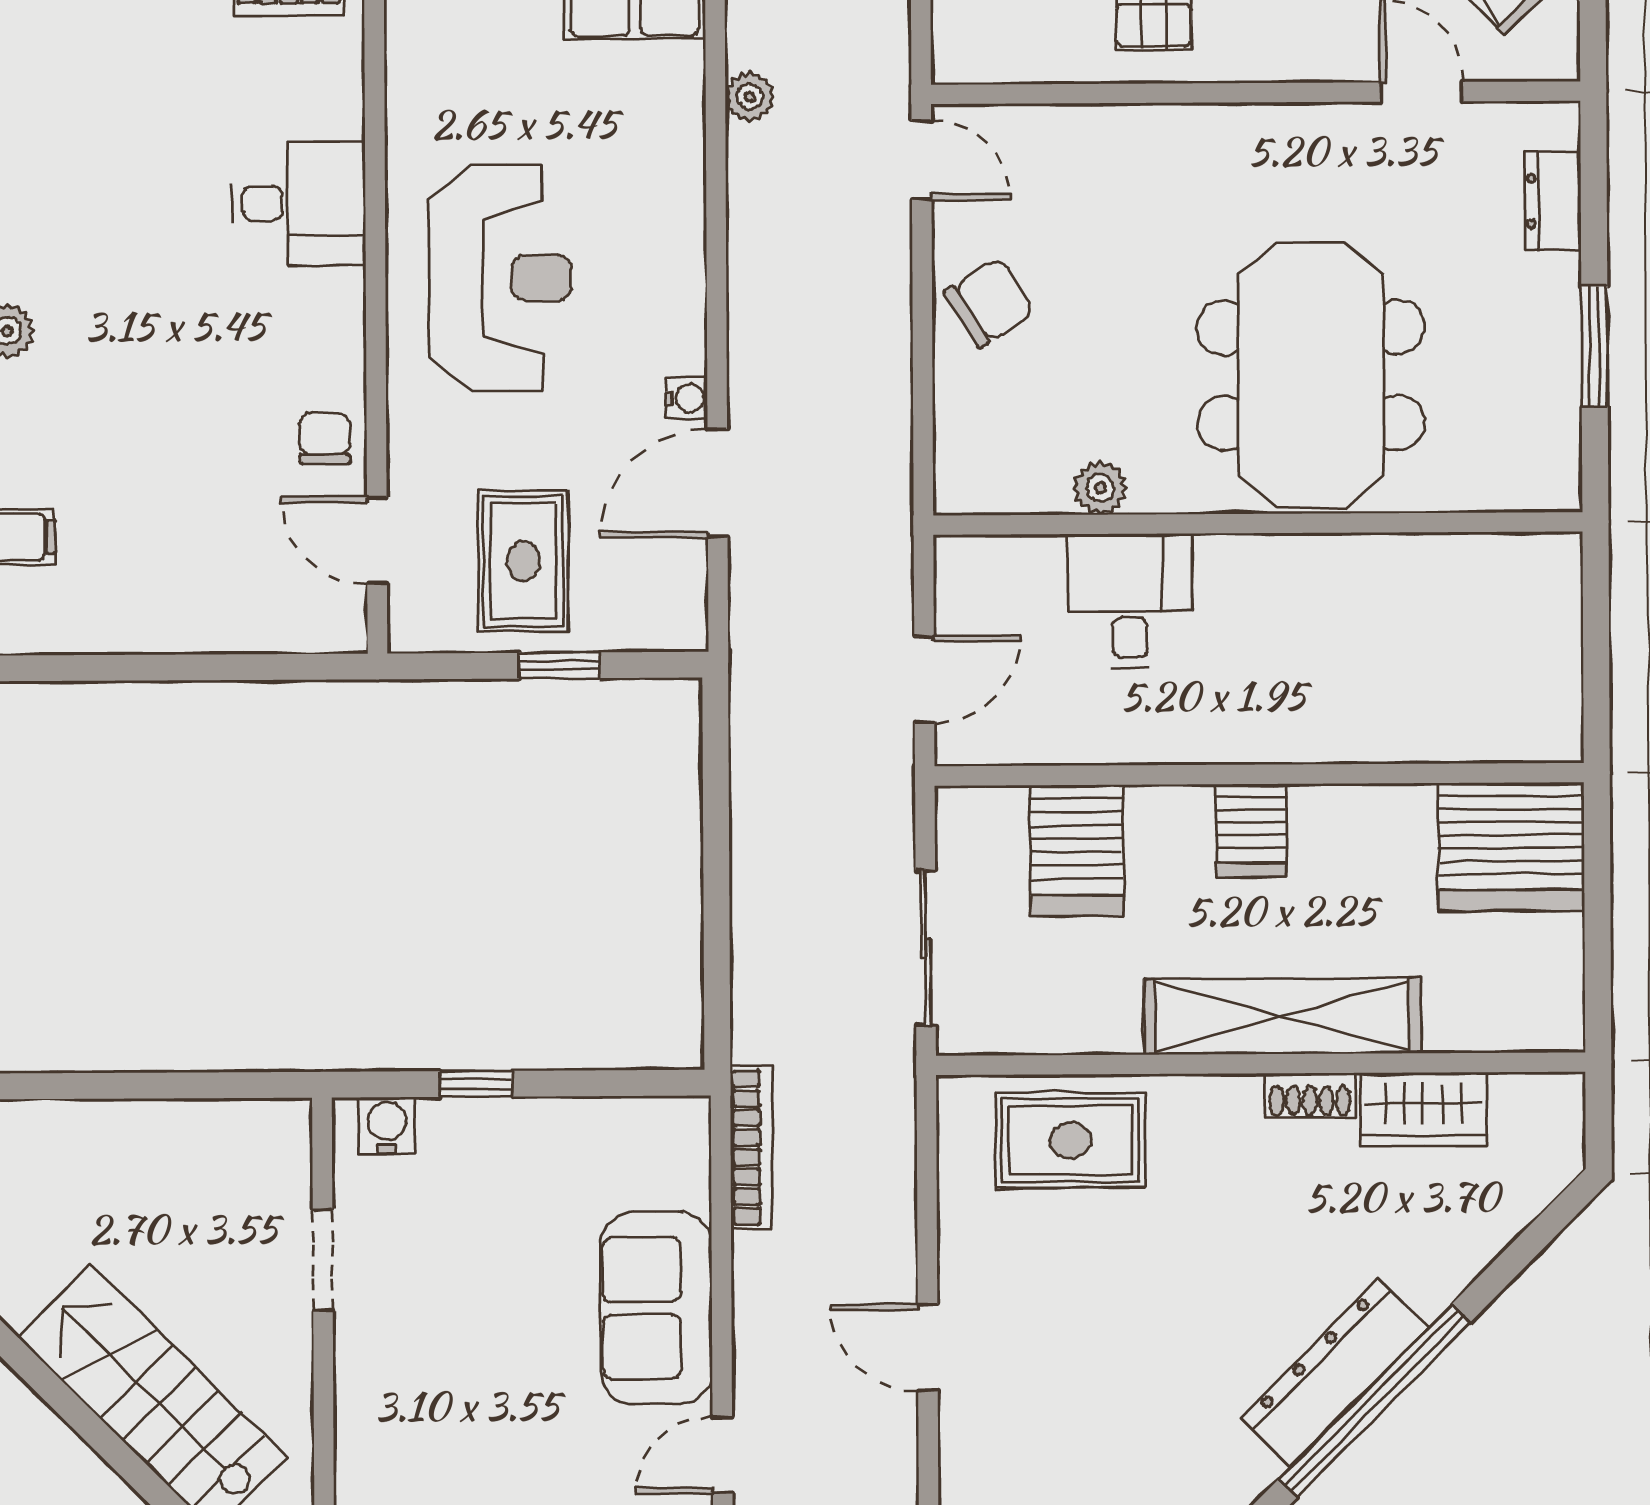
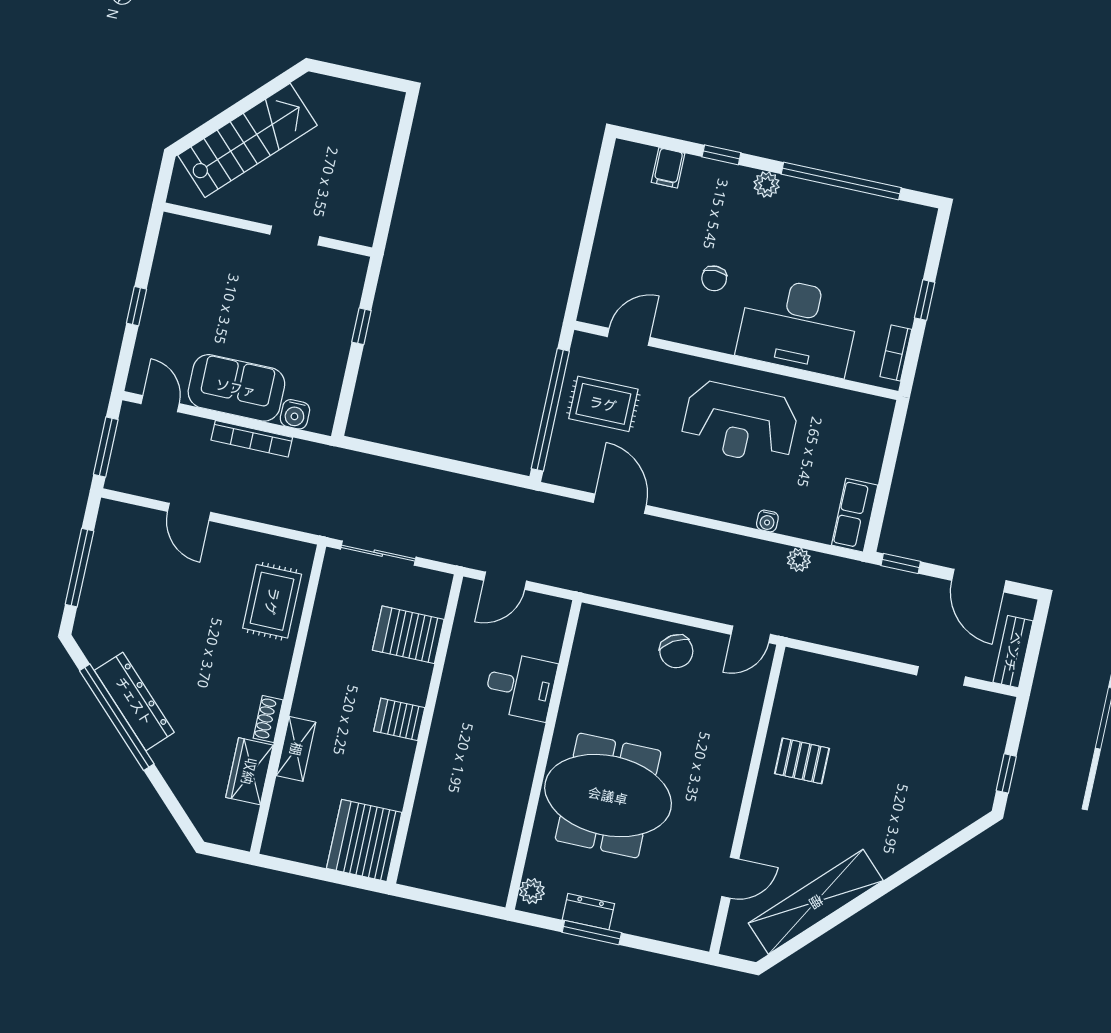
dresser: (1553, 201) -> (588, 912), moved
desk: (299, 203) -> (798, 326), width x1.87, depth x1.30
water cooler: (687, 398) -> (767, 521), moved
chair: (325, 439) -> (714, 278), moved, turned 90
plant: (1100, 488) -> (532, 891), moved
window: (559, 665) -> (550, 410), width x3.17
door: (924, 680) -> (505, 581), hinge flipped
shelving: (1282, 1016) -> (296, 749), width x0.45, depth x0.75
water cooler: (387, 1125) -> (295, 414), moved, turned 90
bookcase: (751, 1147) -> (252, 439), moved
door: (928, 1348) -> (189, 512), swing flipped

